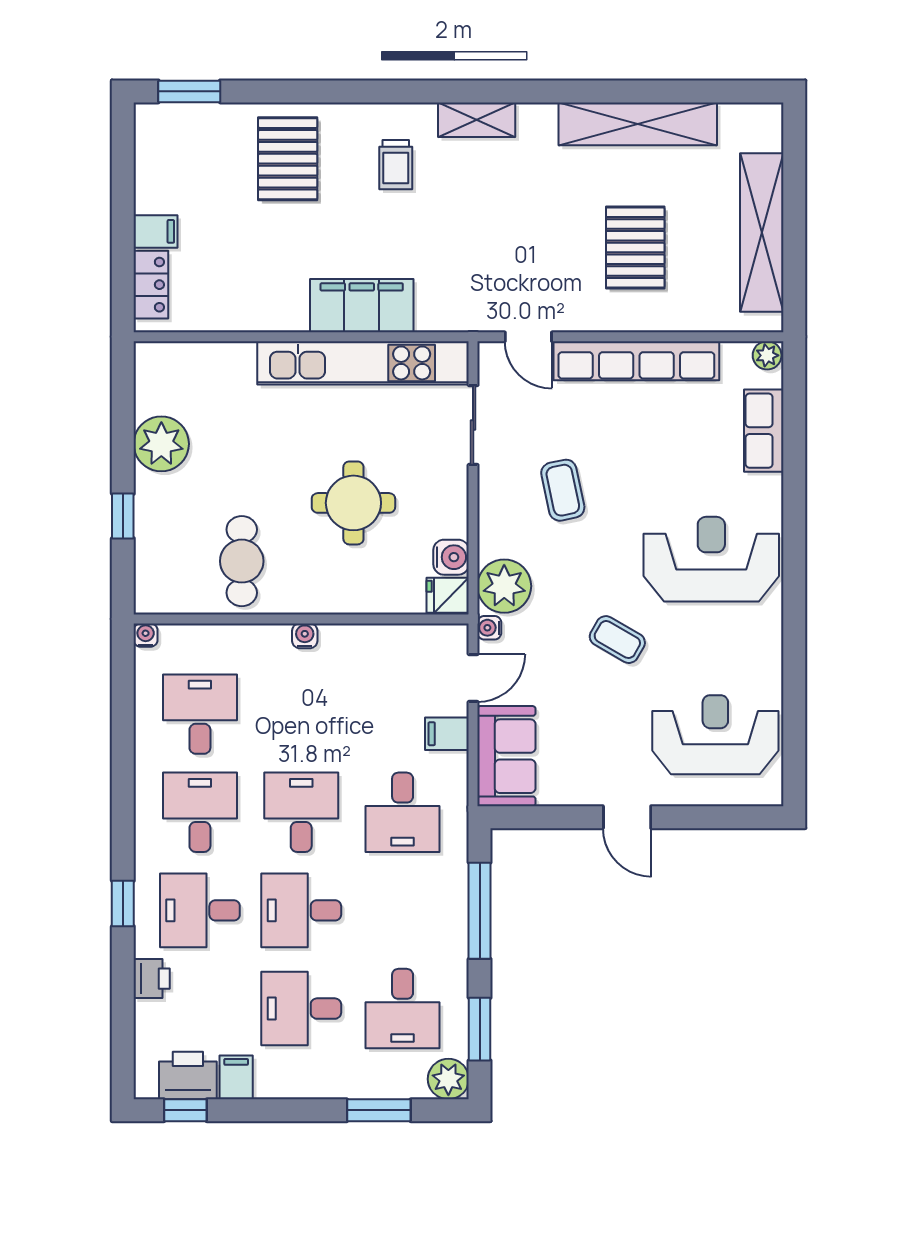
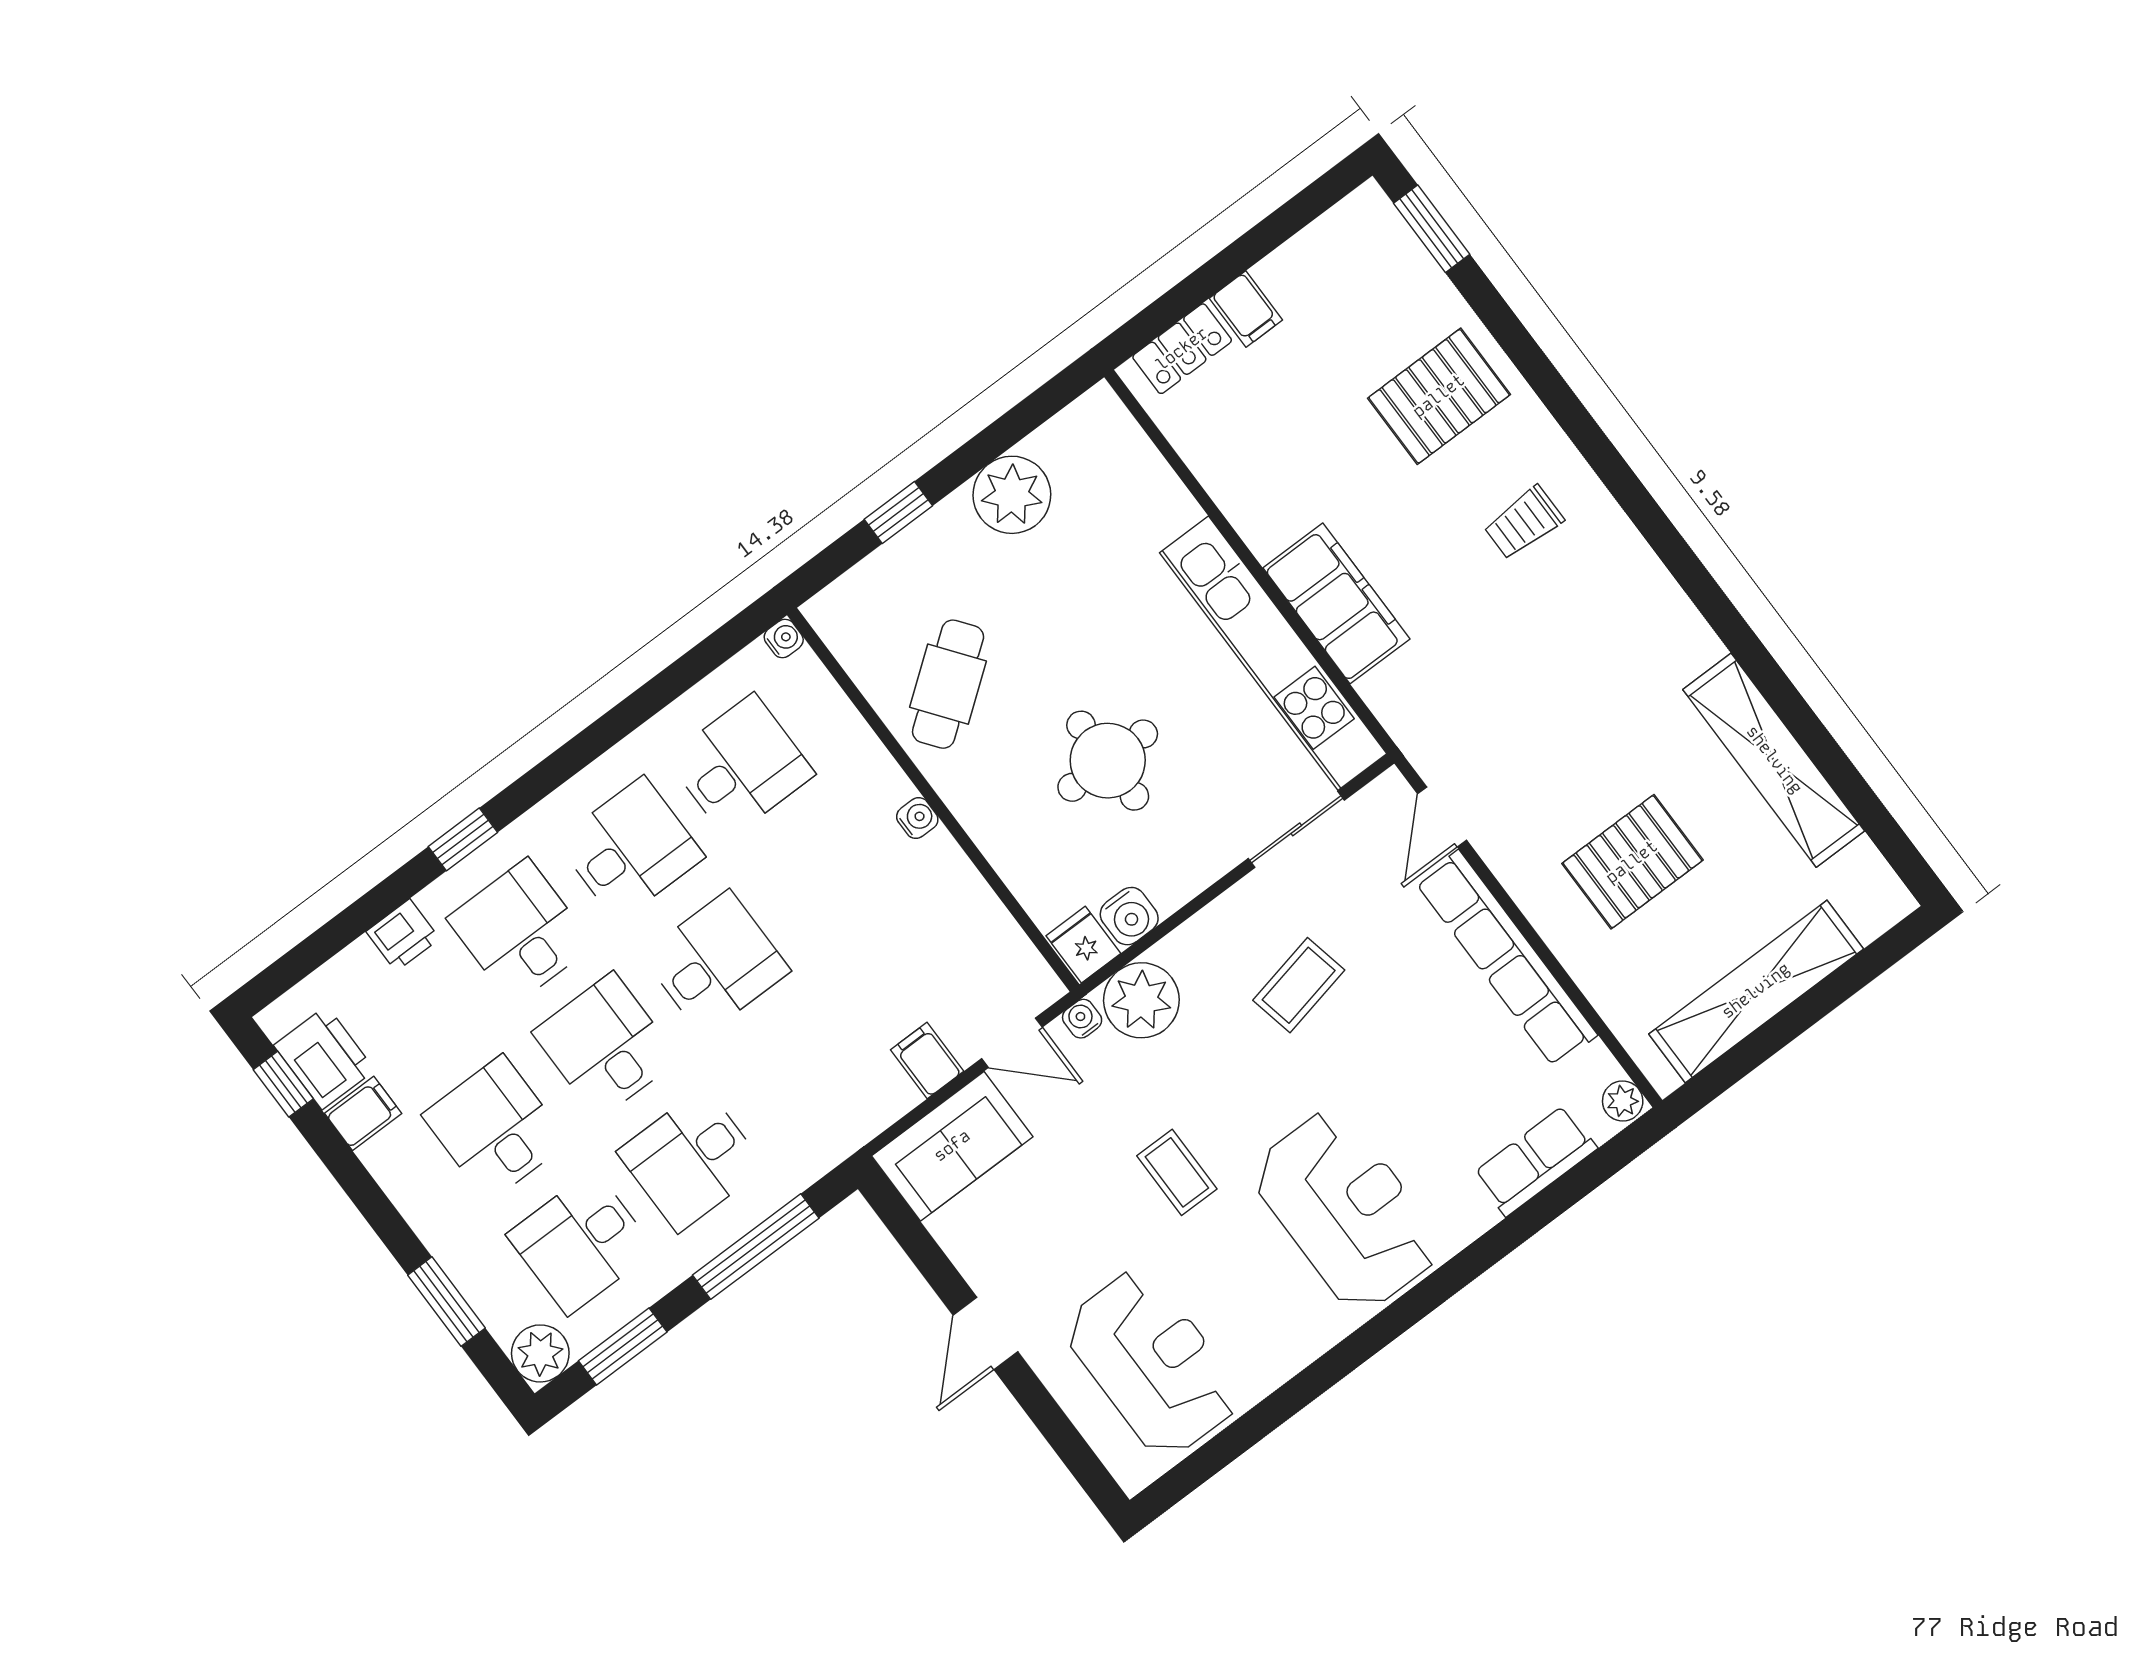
shelving: (477, 120) -> (1642, 576), removed
cafe table: (242, 561) -> (948, 684), turned -37
coffee table: (617, 640) -> (1177, 1172), turned -30
desk: (403, 812) -> (691, 1160), moved

